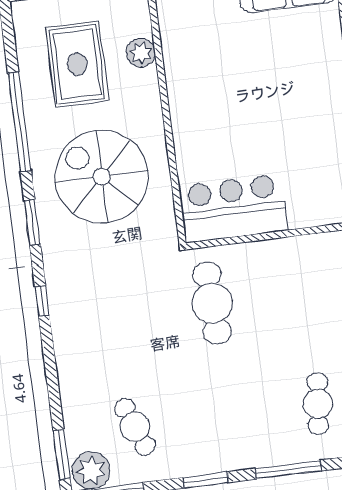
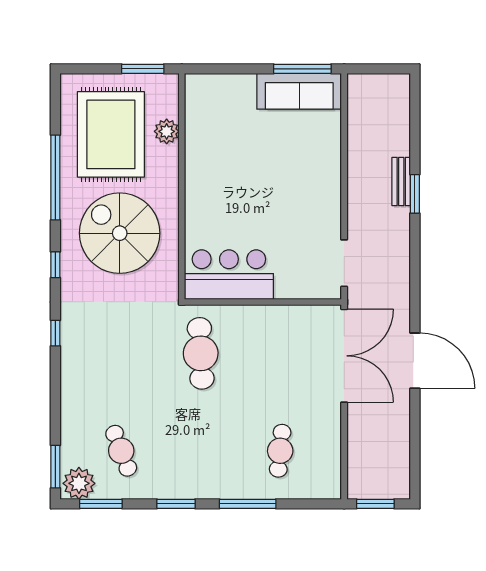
rug: (77, 64) -> (111, 134), width x1.37, depth x1.44
window: (32, 222) -> (55, 265), width x0.67

